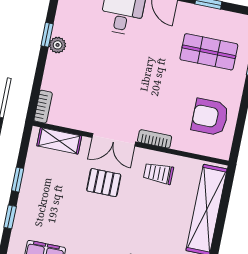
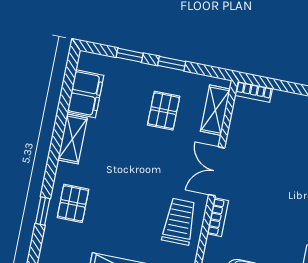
trolley: (158, 173) -> (179, 222), width x1.36, depth x1.39
pallet: (104, 183) -> (164, 111), moved

